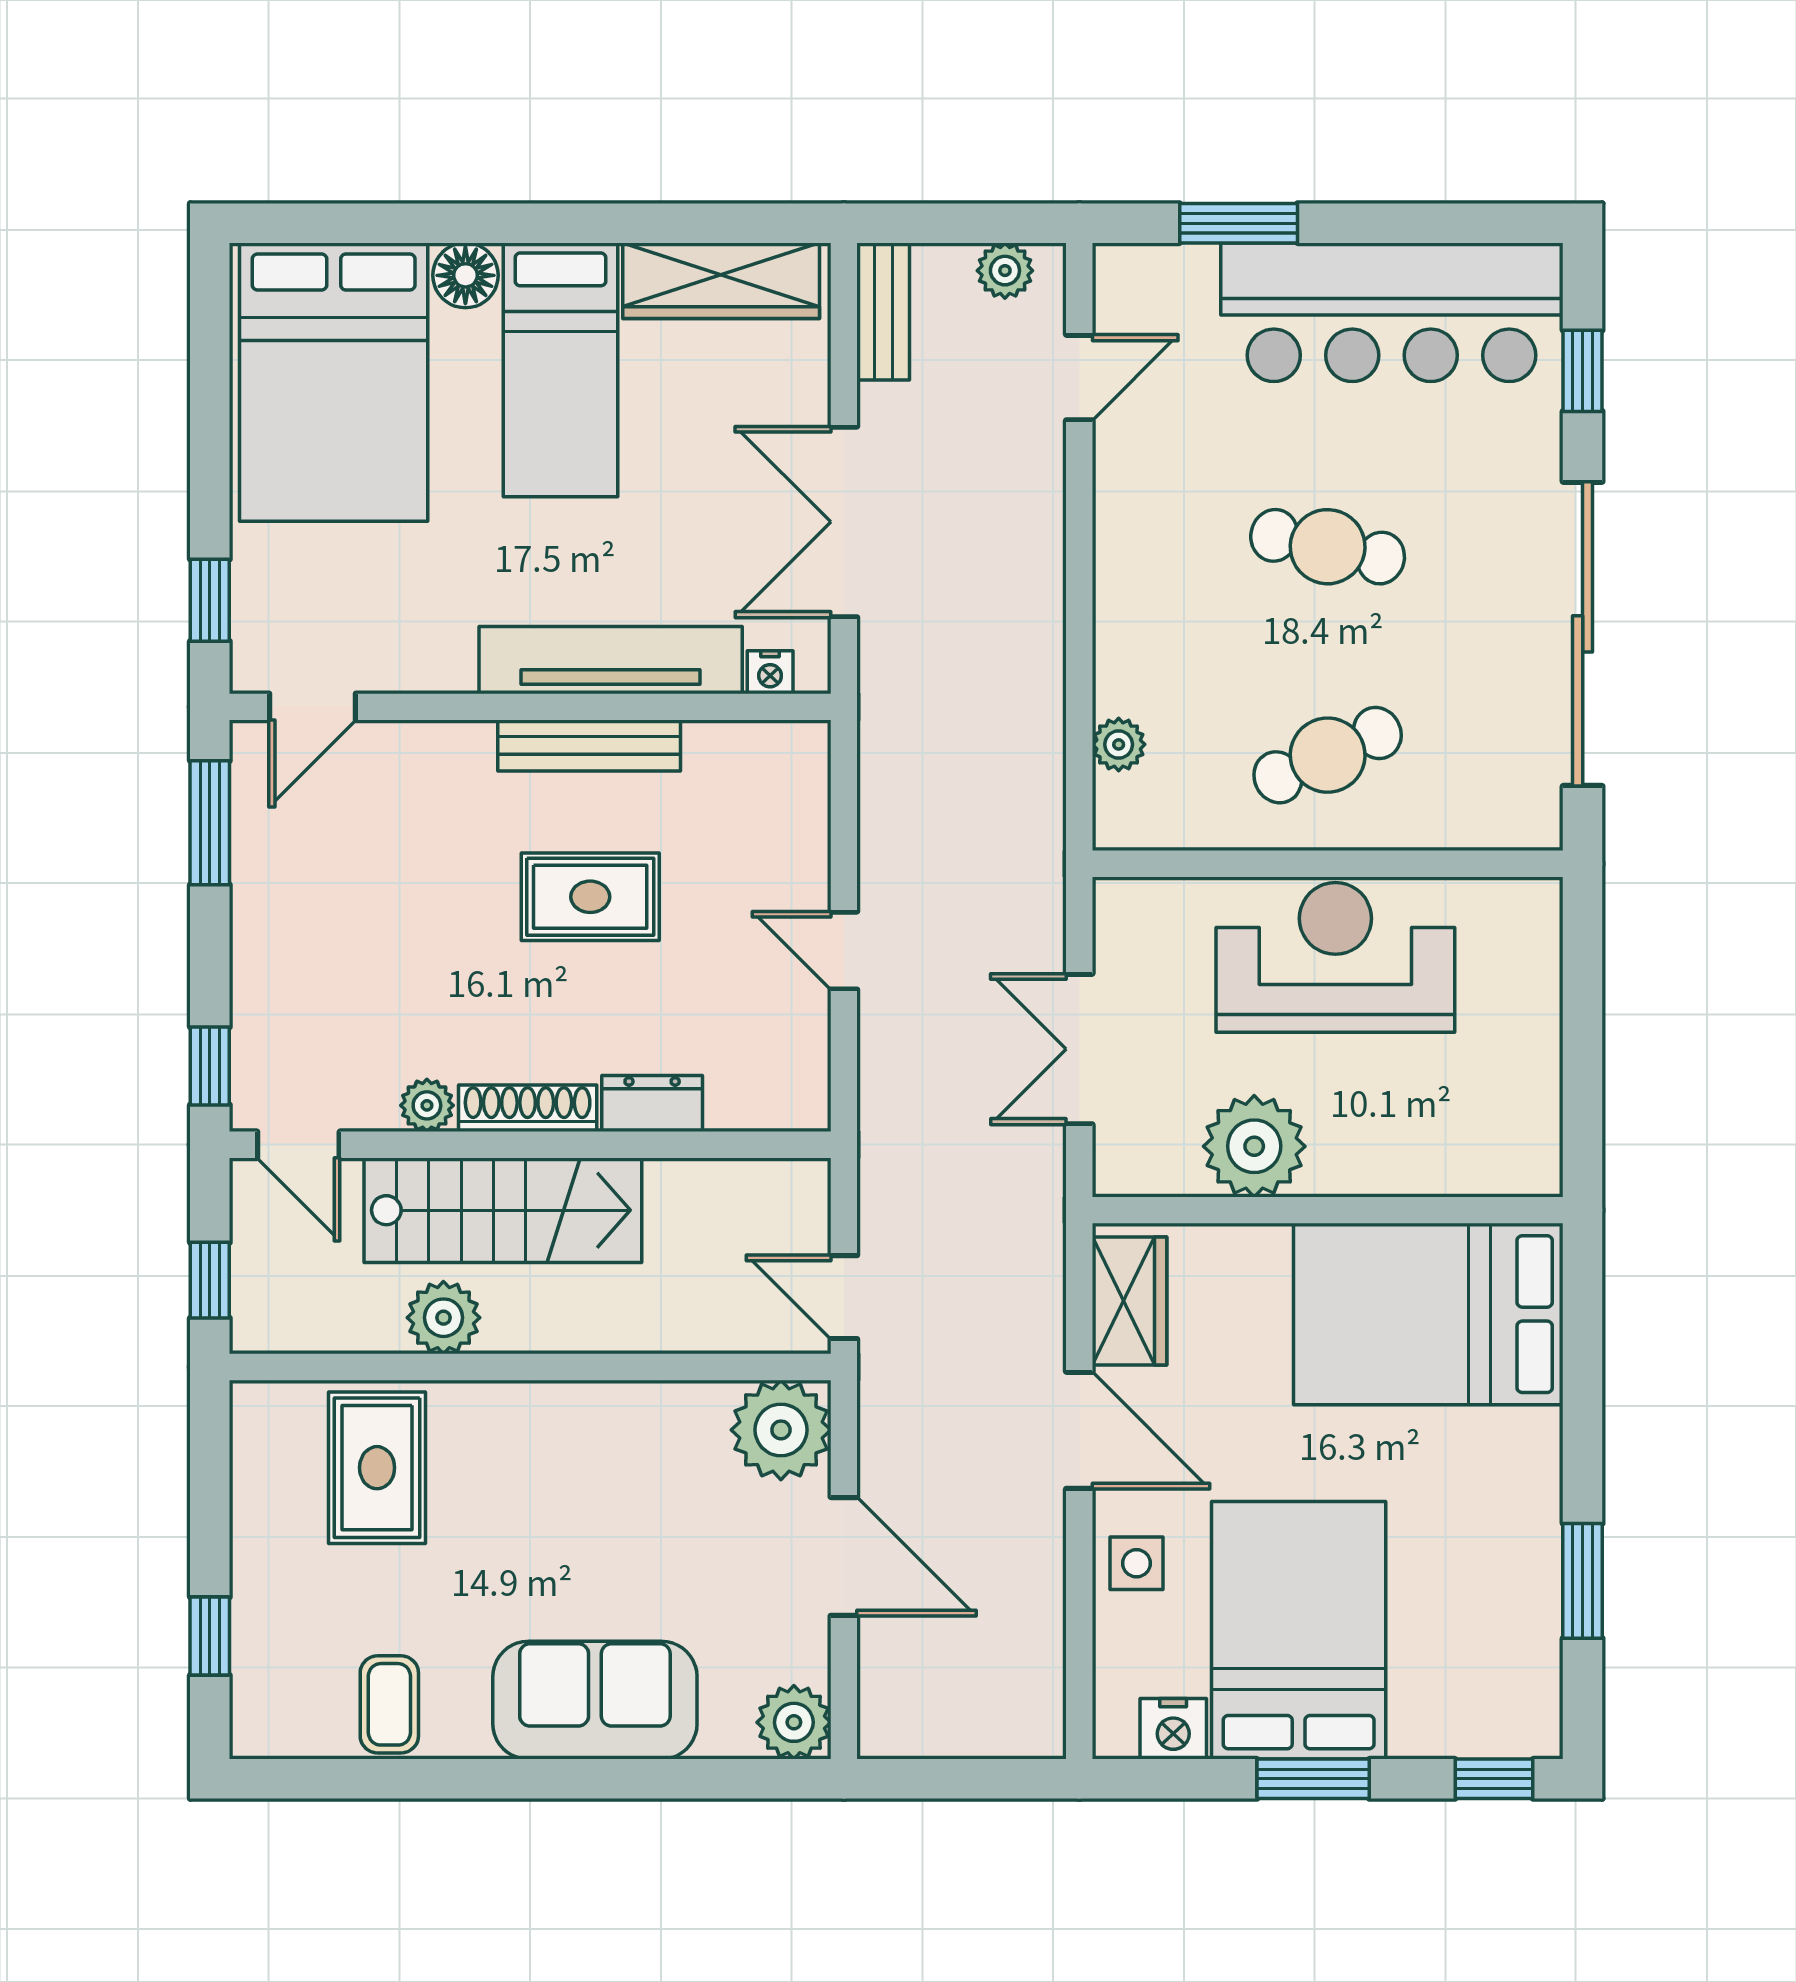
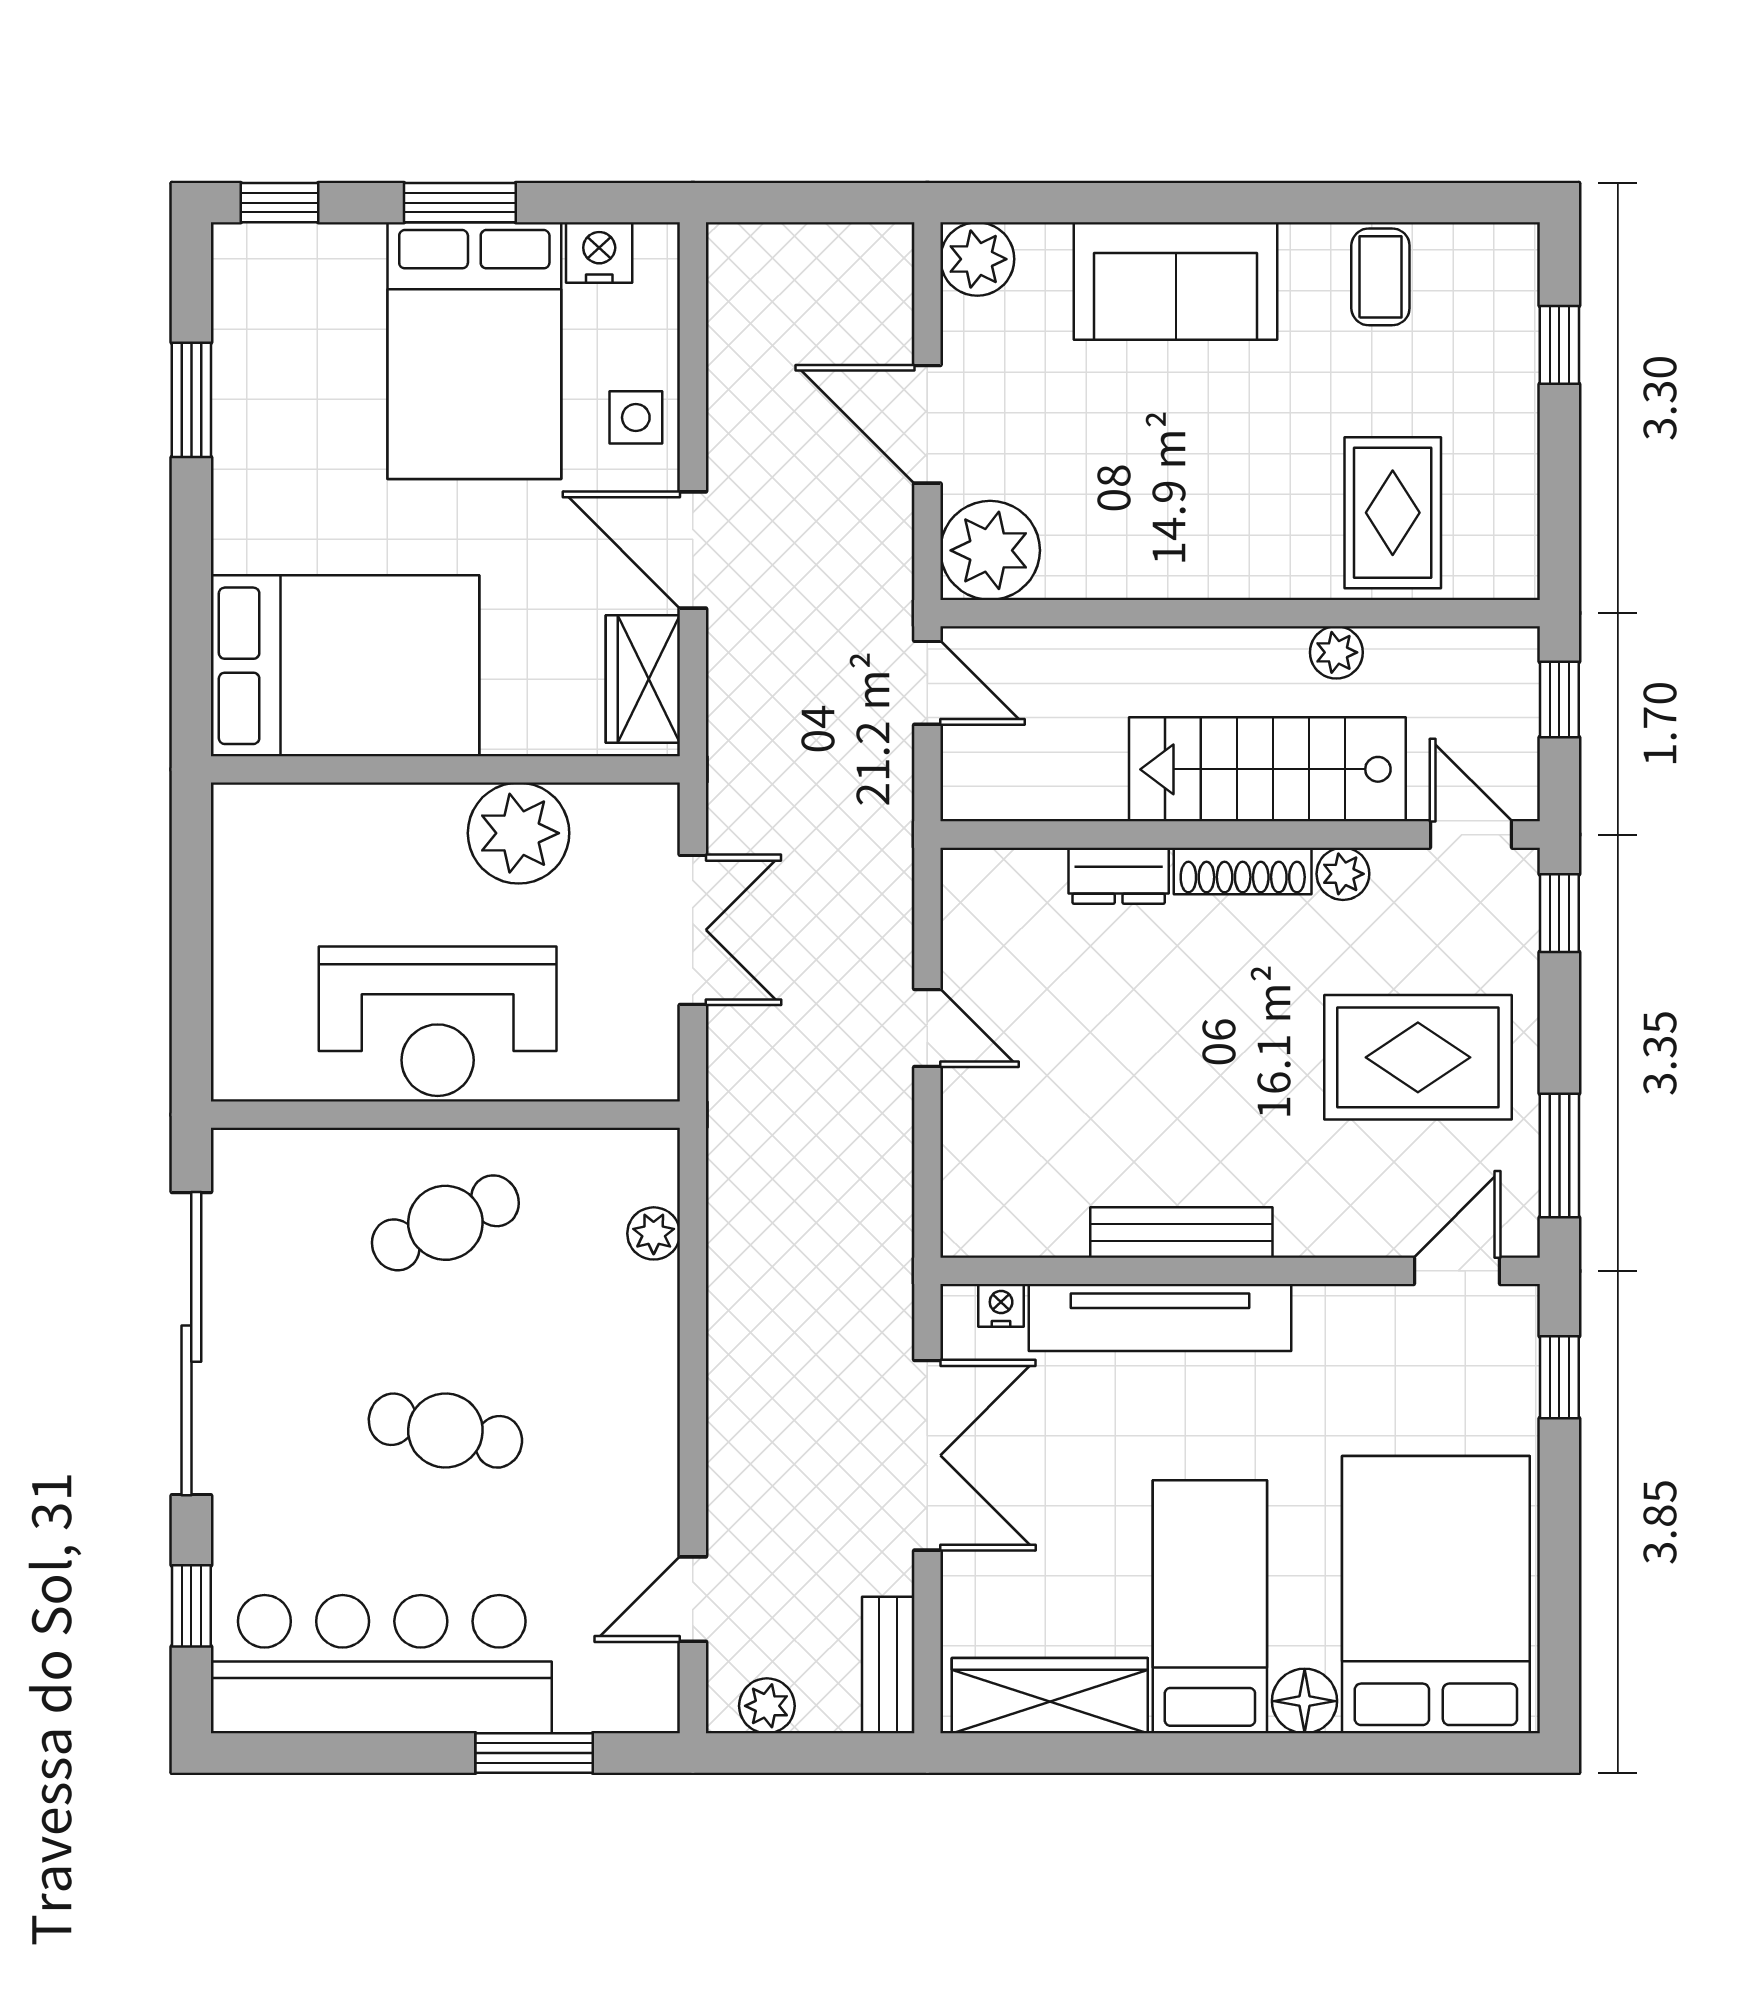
rug: (590, 897) -> (1418, 1057), moved, width x1.36, depth x1.43
plant: (443, 1318) -> (1336, 652), width x0.73, depth x0.73

